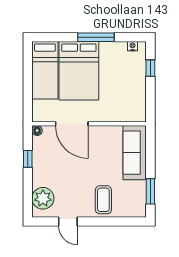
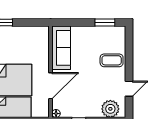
sofa: (135, 153) -> (61, 48), moved, turned -90

